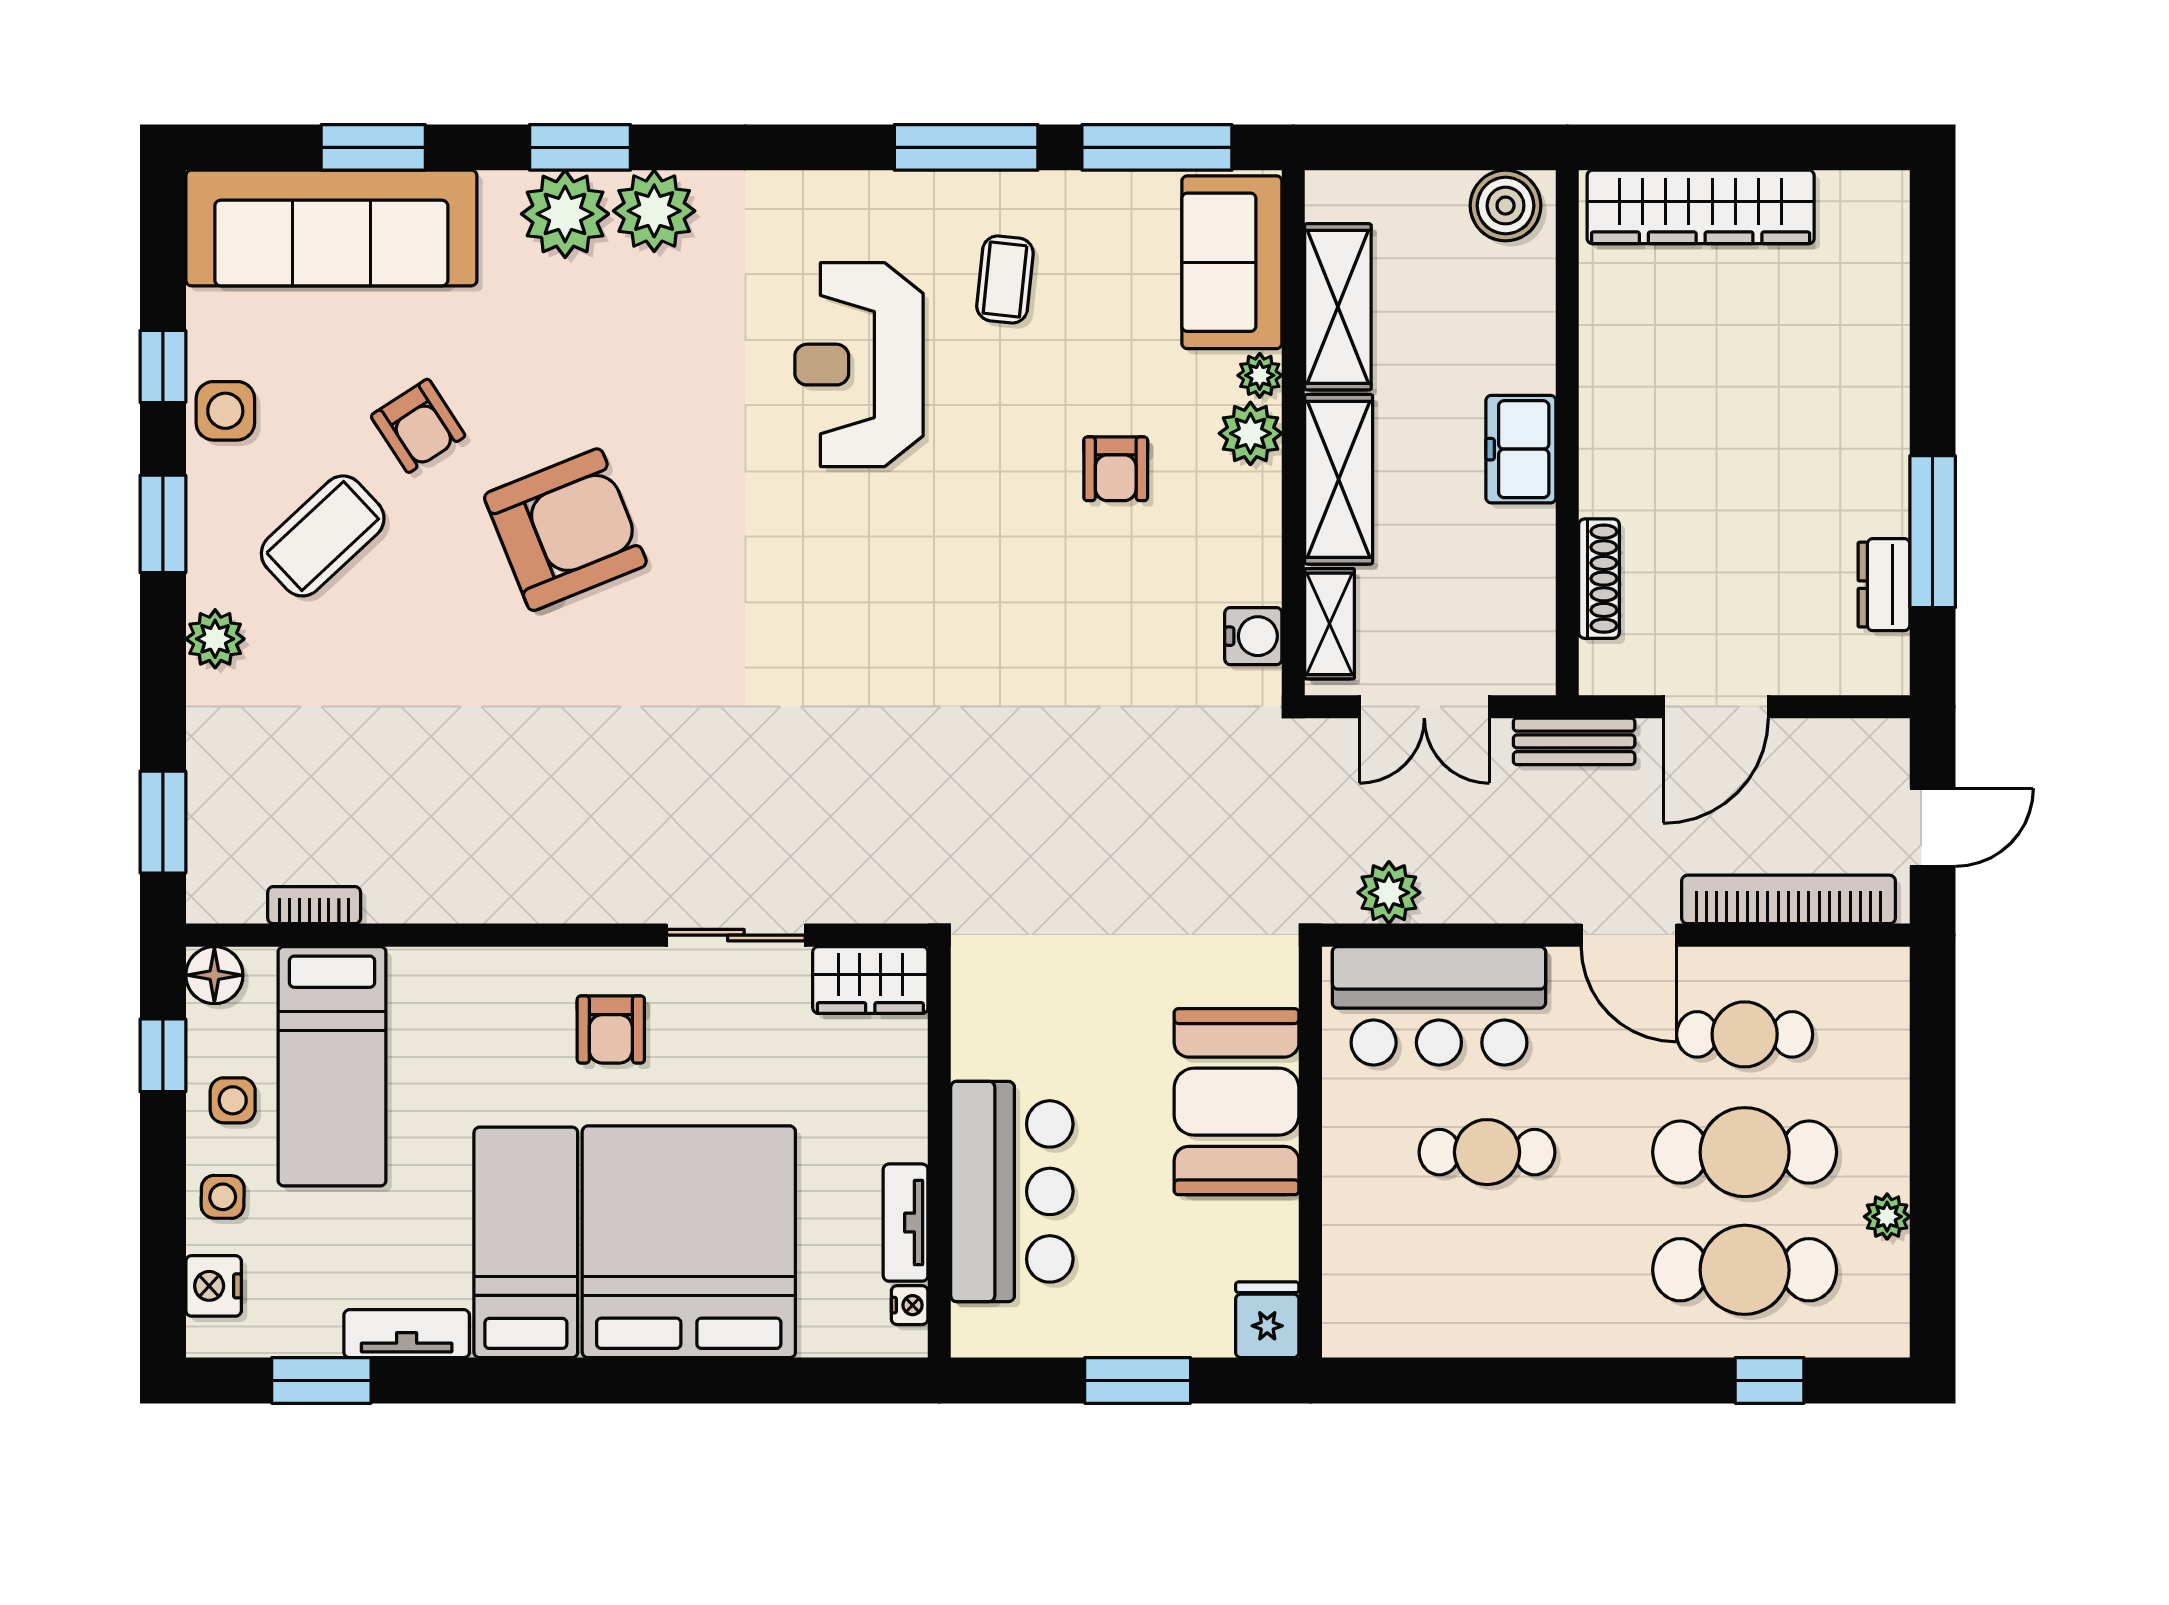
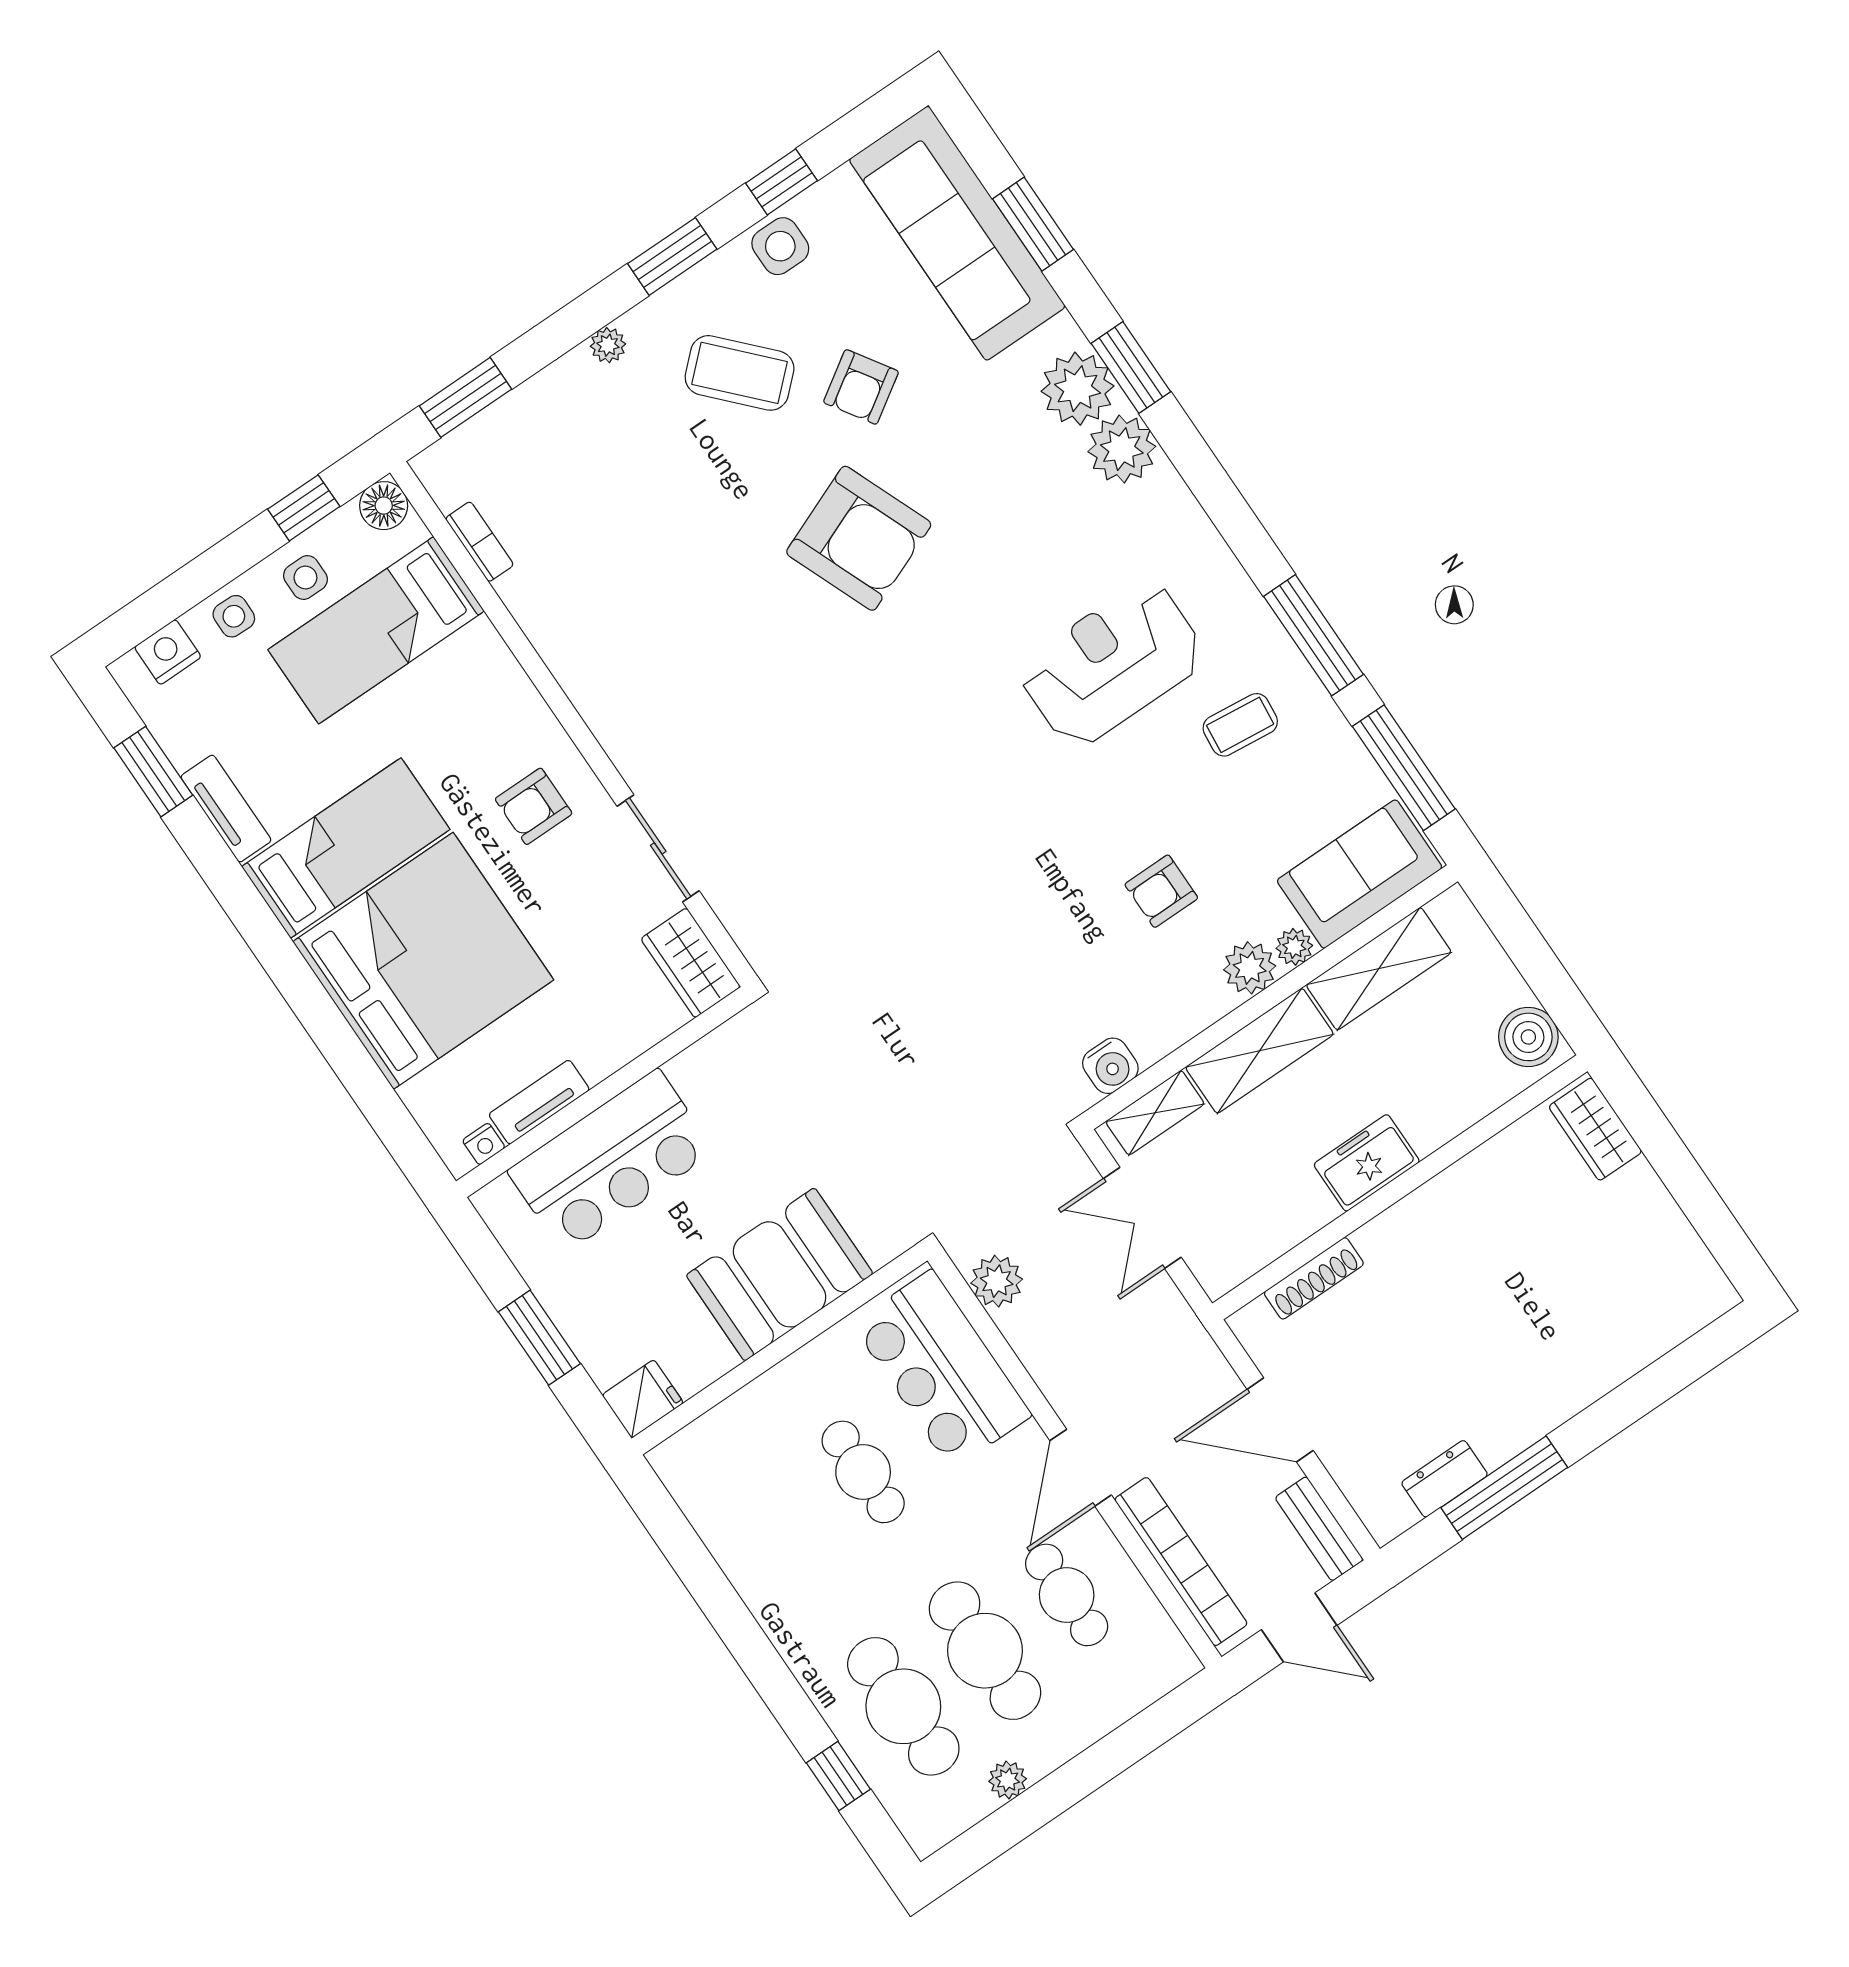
wardrobe: (1701, 207) -> (1595, 1129), width x0.48, depth x0.85
plant: (215, 639) -> (608, 345), width x0.73, depth x0.73
bench: (1574, 741) -> (1319, 1529), moved

